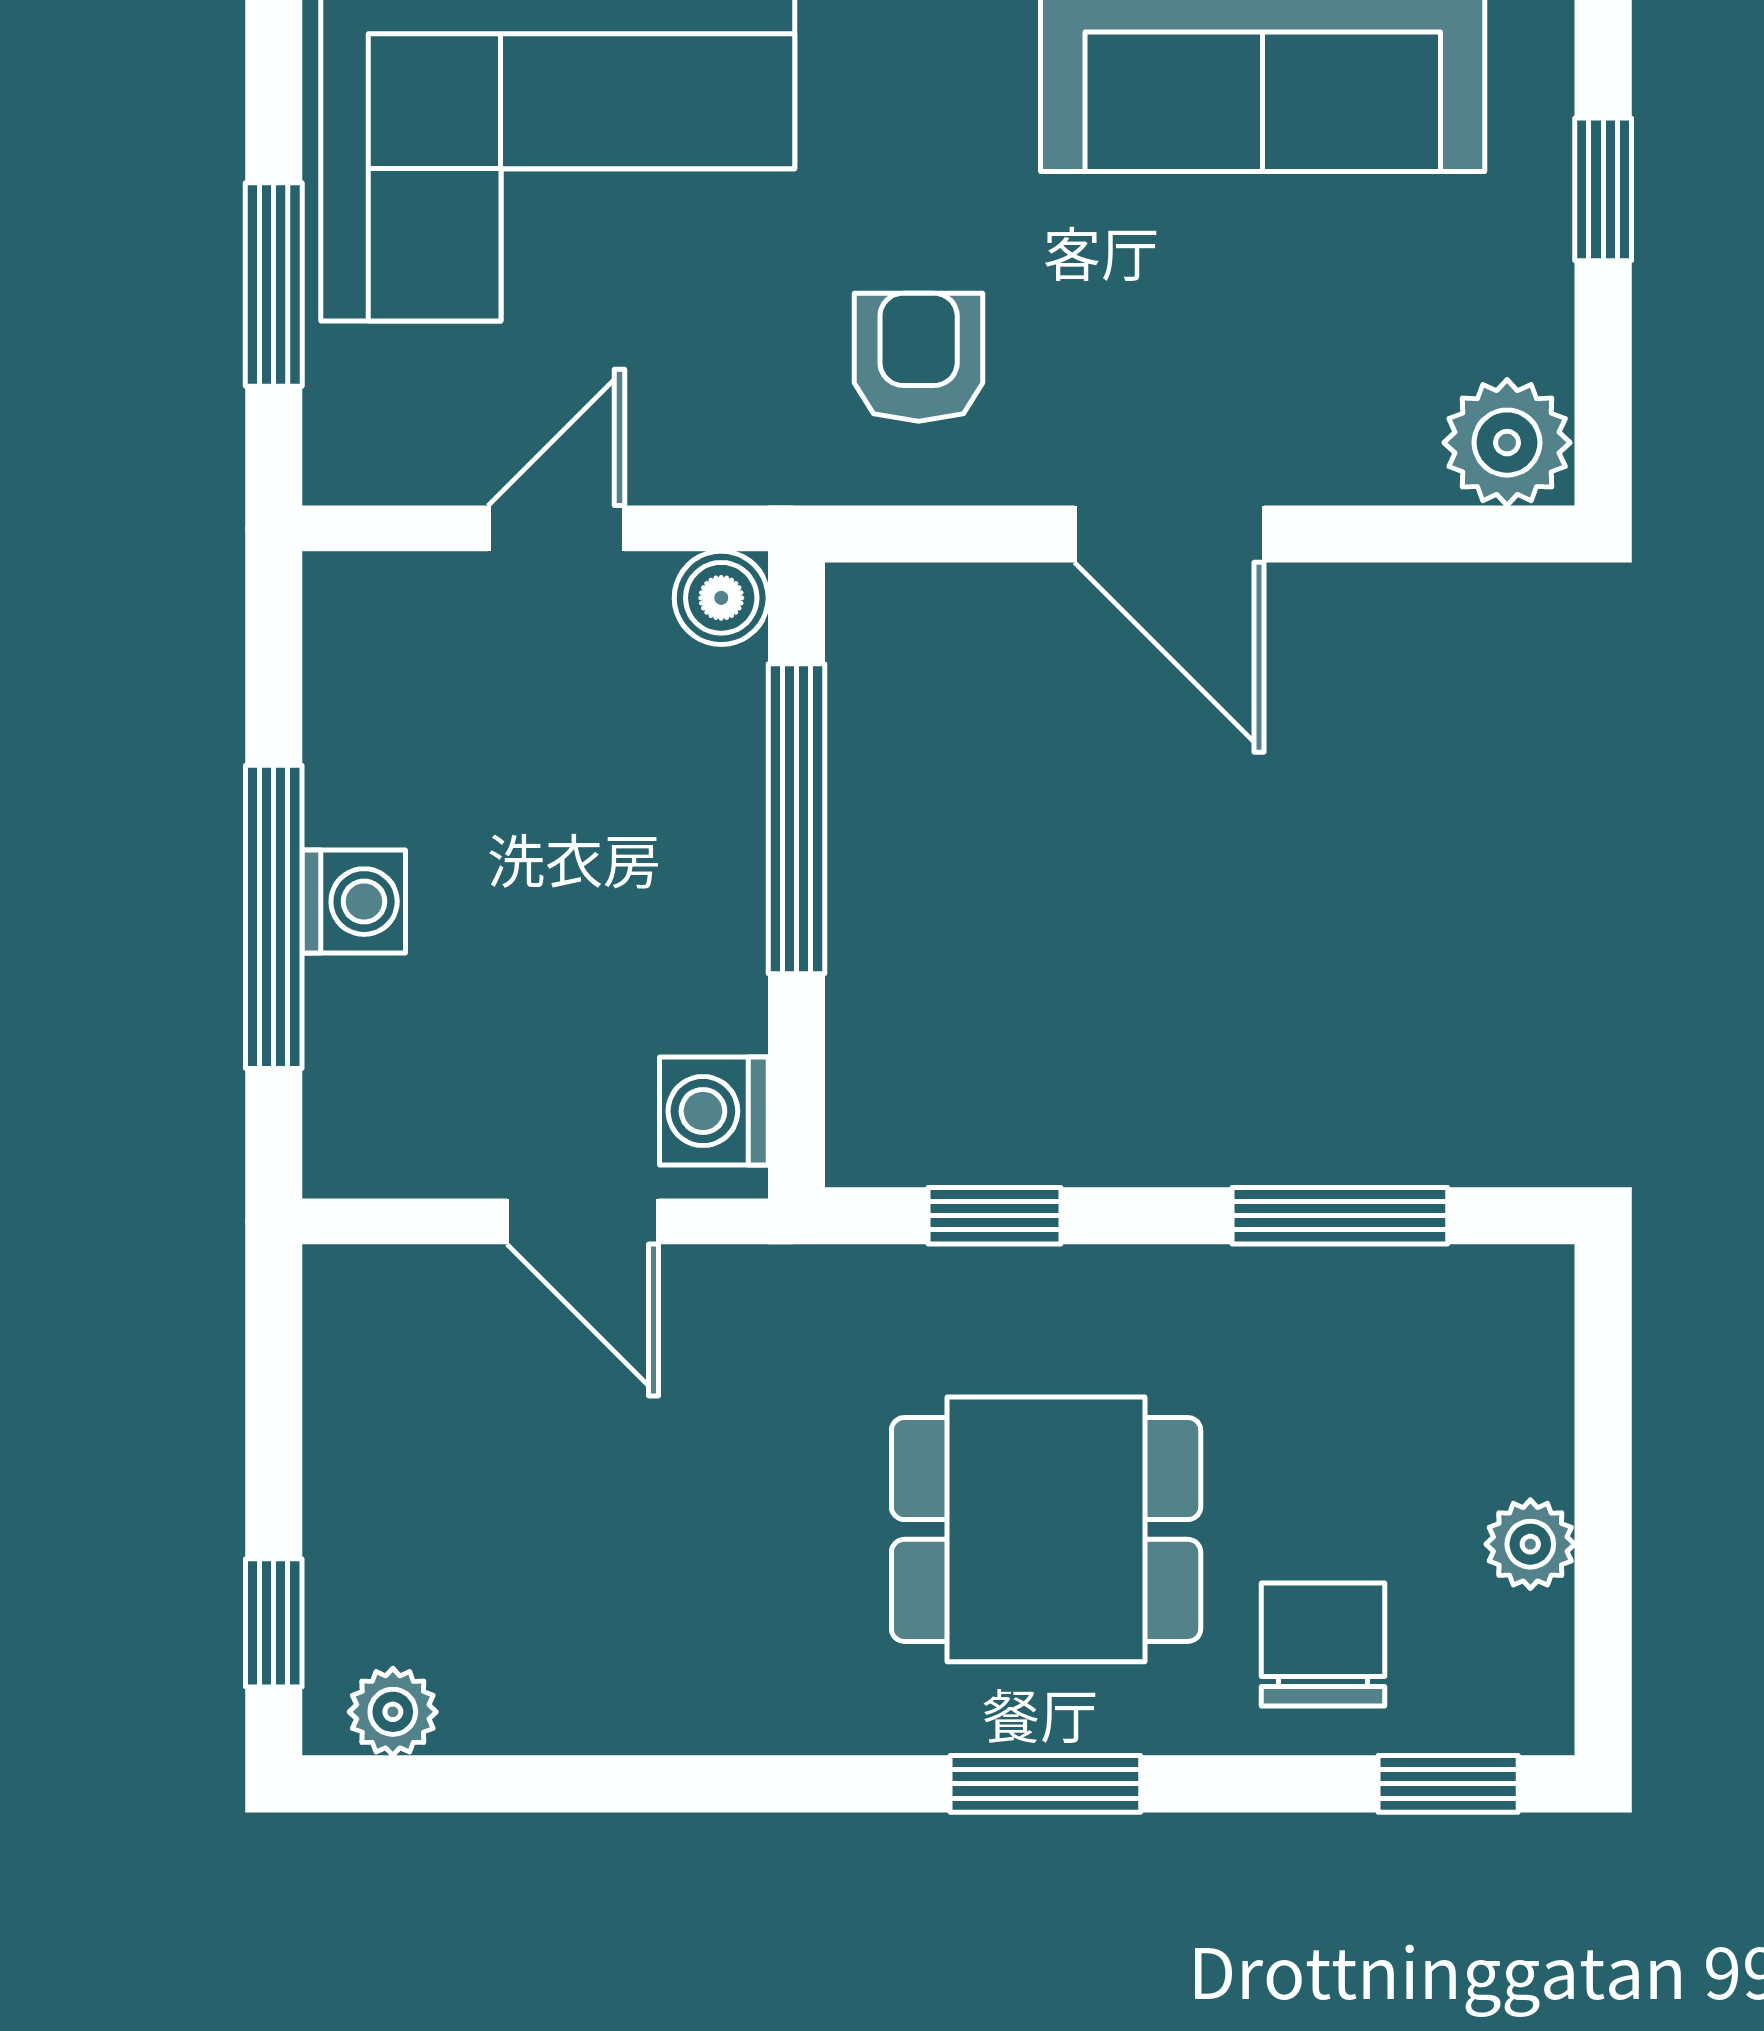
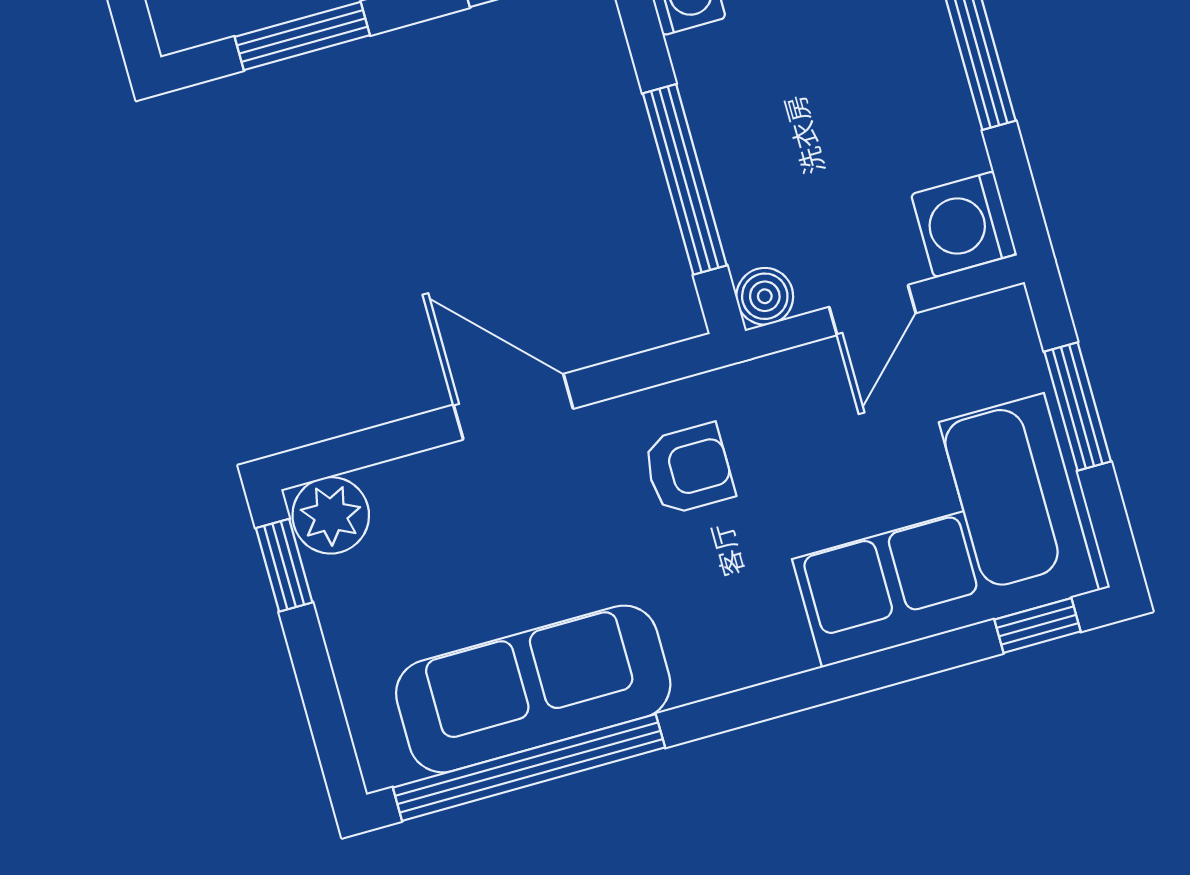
window: (1603, 189) -> (284, 565), moved
armchair: (919, 357) -> (689, 469), turned -90
washing machine: (354, 902) -> (964, 224), moved, width x1.38, depth x1.38

